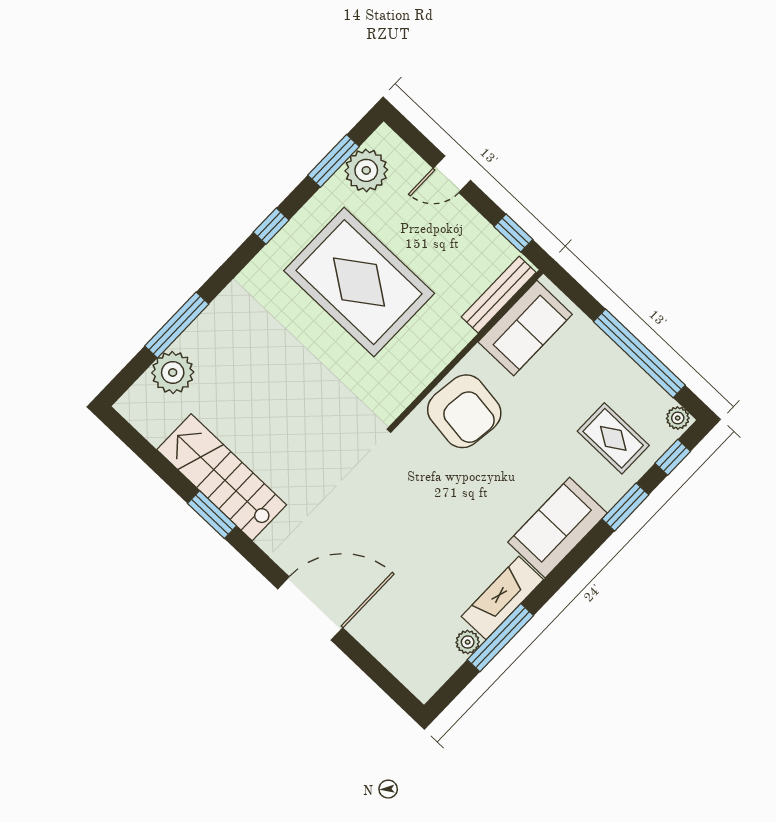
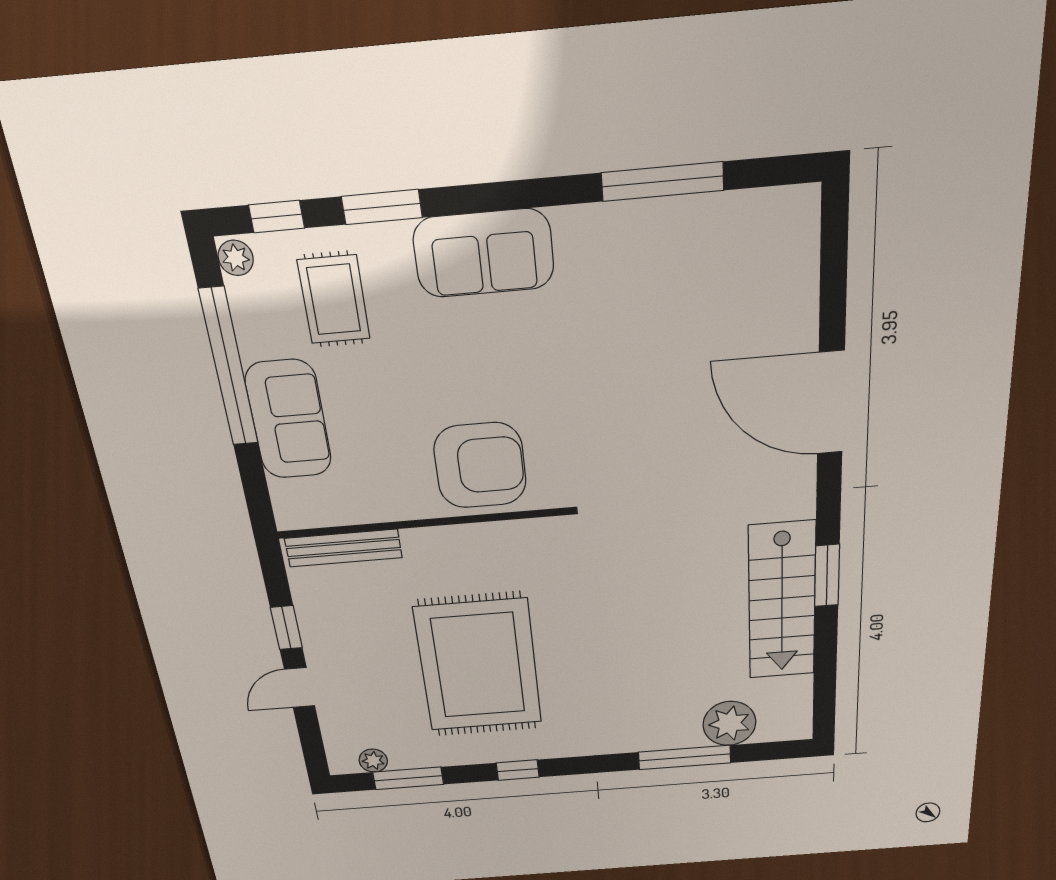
plant: (366, 170) -> (373, 761), width x0.53, depth x0.53
door: (452, 174) -> (300, 687), swing flipped
window: (513, 233) -> (286, 628), moved
sofa: (525, 328) -> (289, 420), moved, turned 90
armchair: (464, 411) -> (480, 466), turned 83
fireplace: (502, 598) -> (618, 227), removed
plant: (468, 642) -> (704, 211), removed

